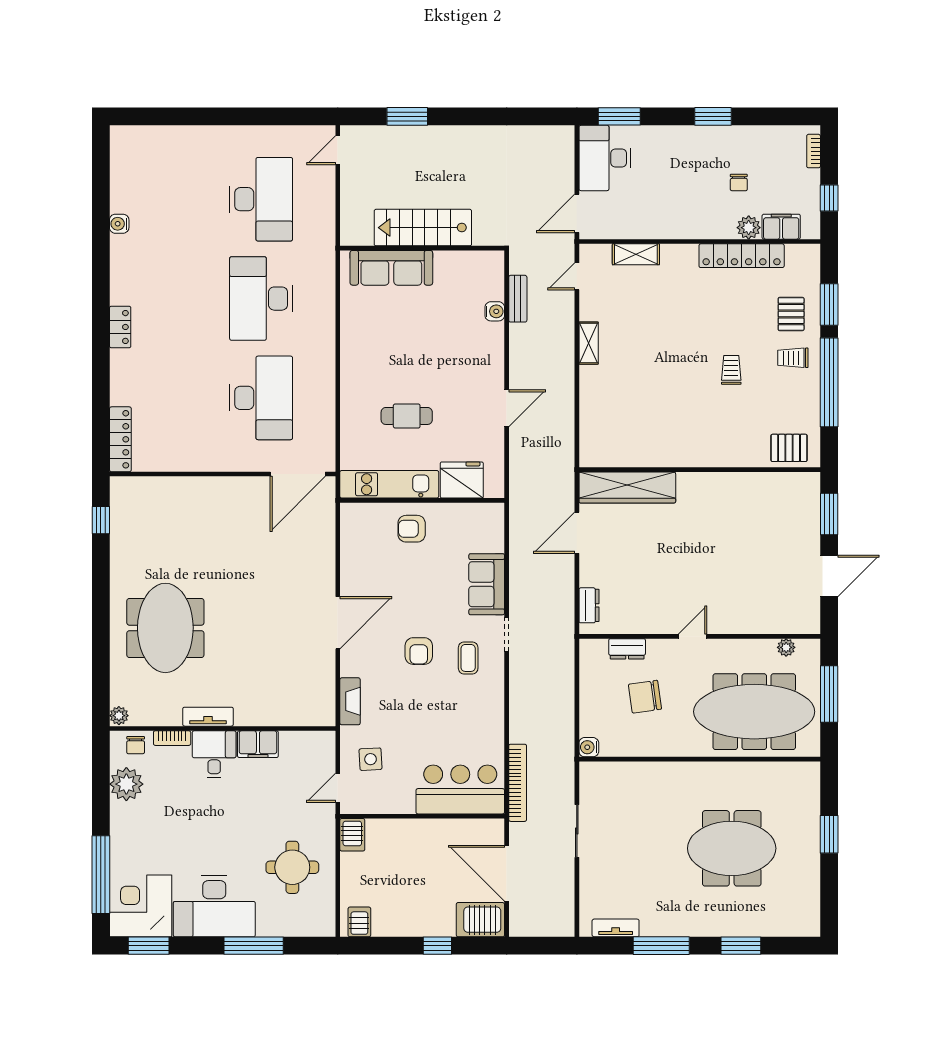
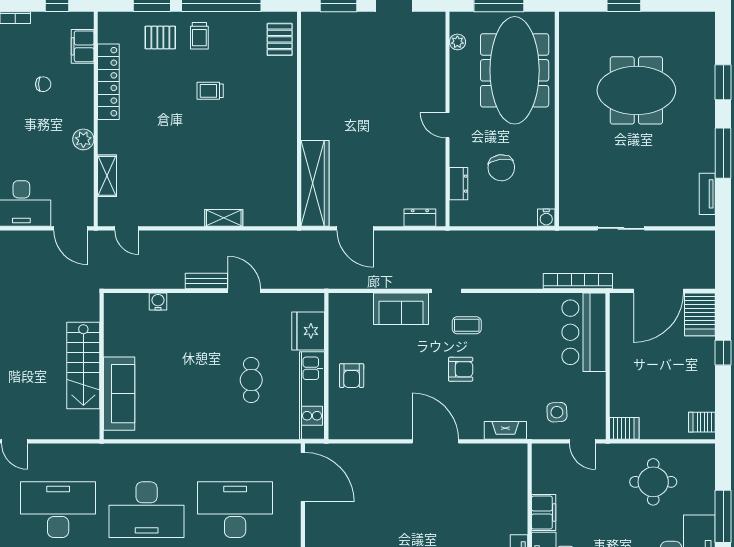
plant: (749, 228) -> (83, 139), moved
bench: (518, 299) -> (206, 281), moved
shelving: (589, 343) -> (224, 218), moved
meeting table: (732, 848) -> (636, 90), turned 90

